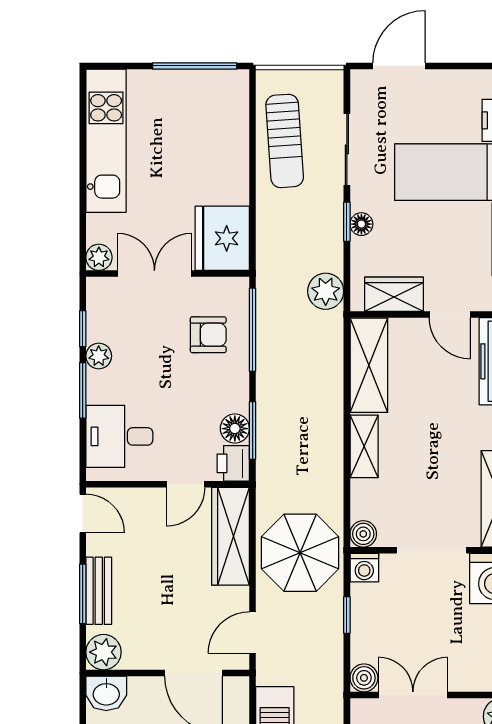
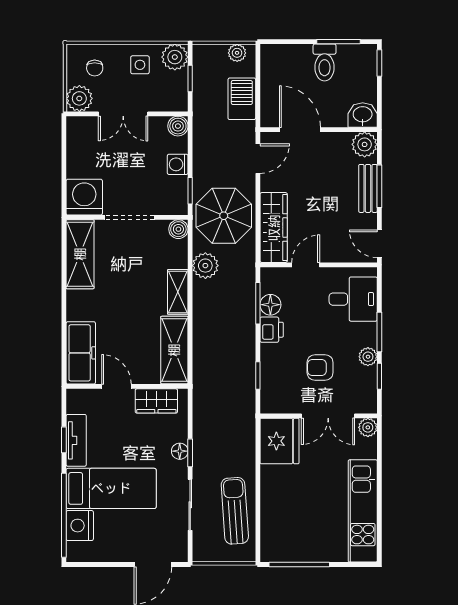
plant: (326, 291) -> (205, 266), moved
window: (253, 330) -> (258, 375), width x0.46
armchair: (208, 335) -> (320, 367), moved
printer: (233, 463) -> (272, 330), moved
washing machine: (364, 568) -> (178, 164), moved, turned -90
window: (347, 615) -> (190, 191), moved
double door: (413, 695) -> (123, 114), moved

